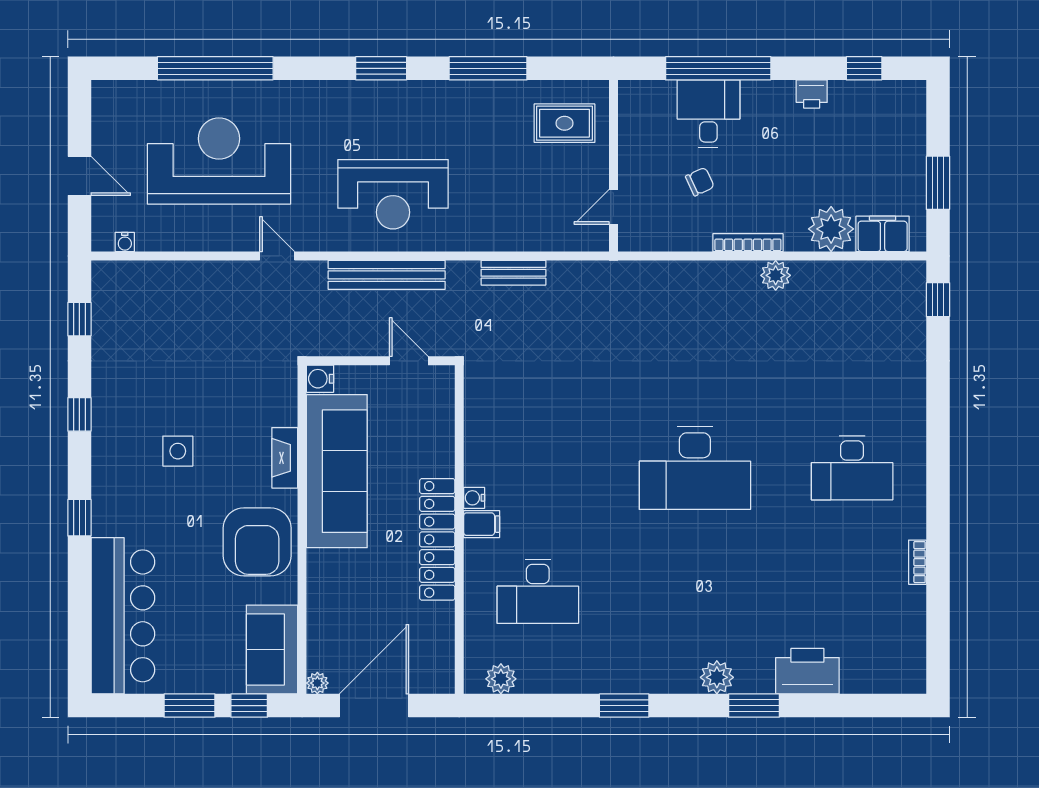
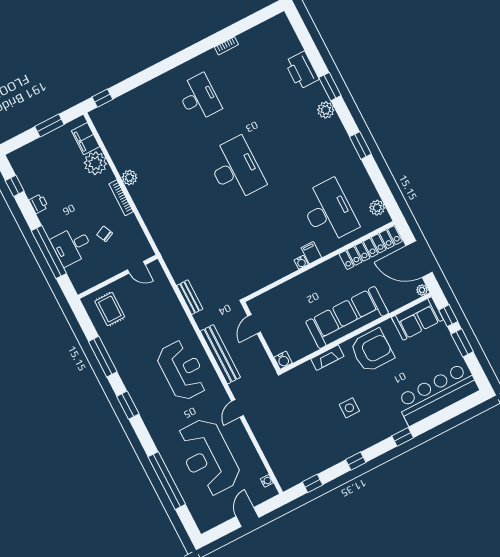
sofa: (337, 471) -> (347, 317), moved
locker: (437, 539) -> (371, 248), moved
desk: (538, 591) -> (329, 211), width x1.36, depth x1.30

